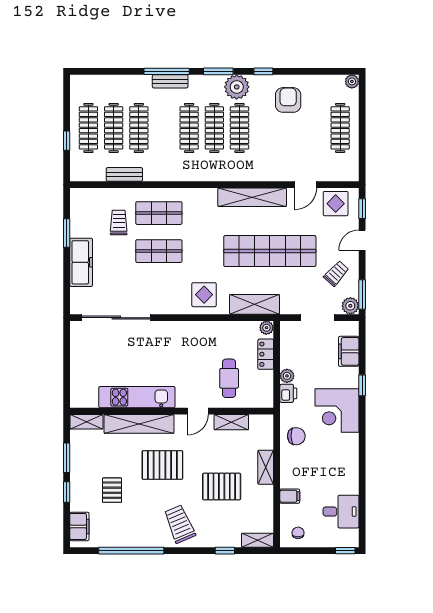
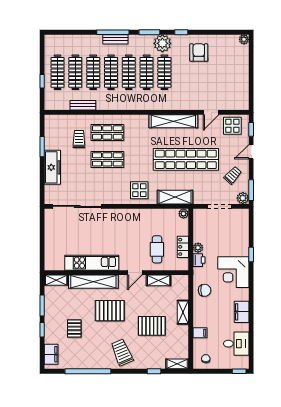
clothes rail: (340, 128) -> (111, 72), moved
filing cabinet: (349, 351) -> (242, 312), moved
locker: (266, 354) -> (183, 247), moved

